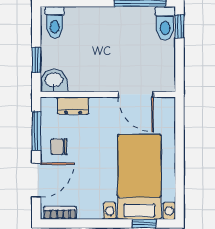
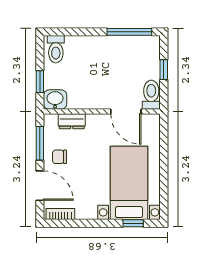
toilet: (165, 23) -> (151, 95), moved, turned 180
window: (179, 26) -> (164, 70), moved
door: (36, 180) -> (40, 186), hinge flipped

